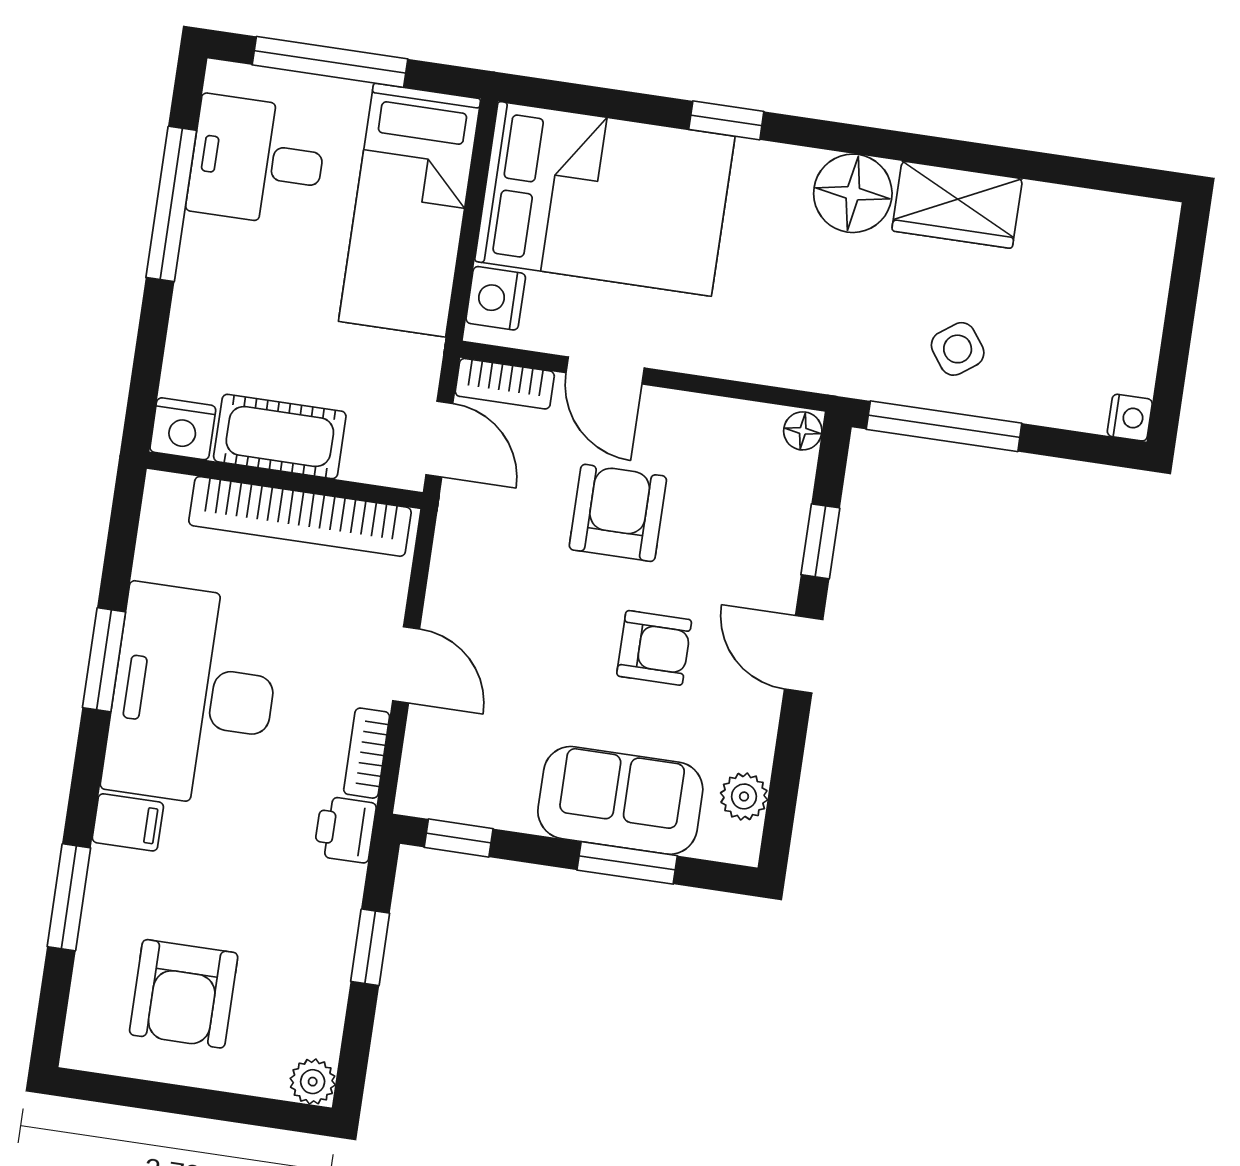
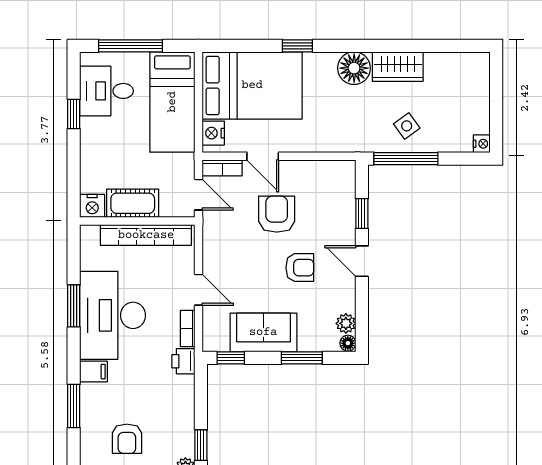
window: (171, 204) -> (74, 114), width x0.46
floor lamp: (803, 431) -> (348, 343), moved
sofa: (620, 800) -> (263, 332), moved
window: (370, 947) -> (201, 445), moved
armchair: (184, 994) -> (127, 439), width x0.72, depth x0.72

